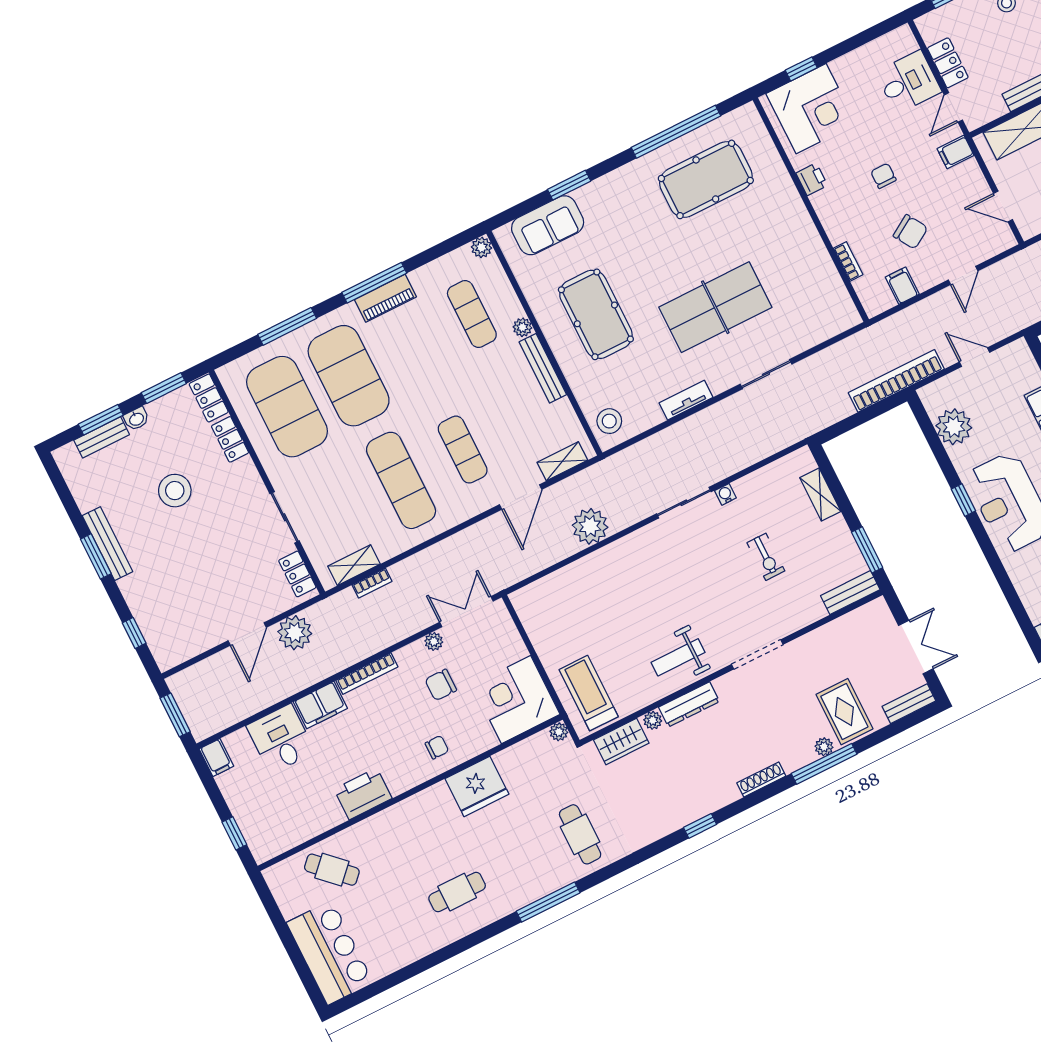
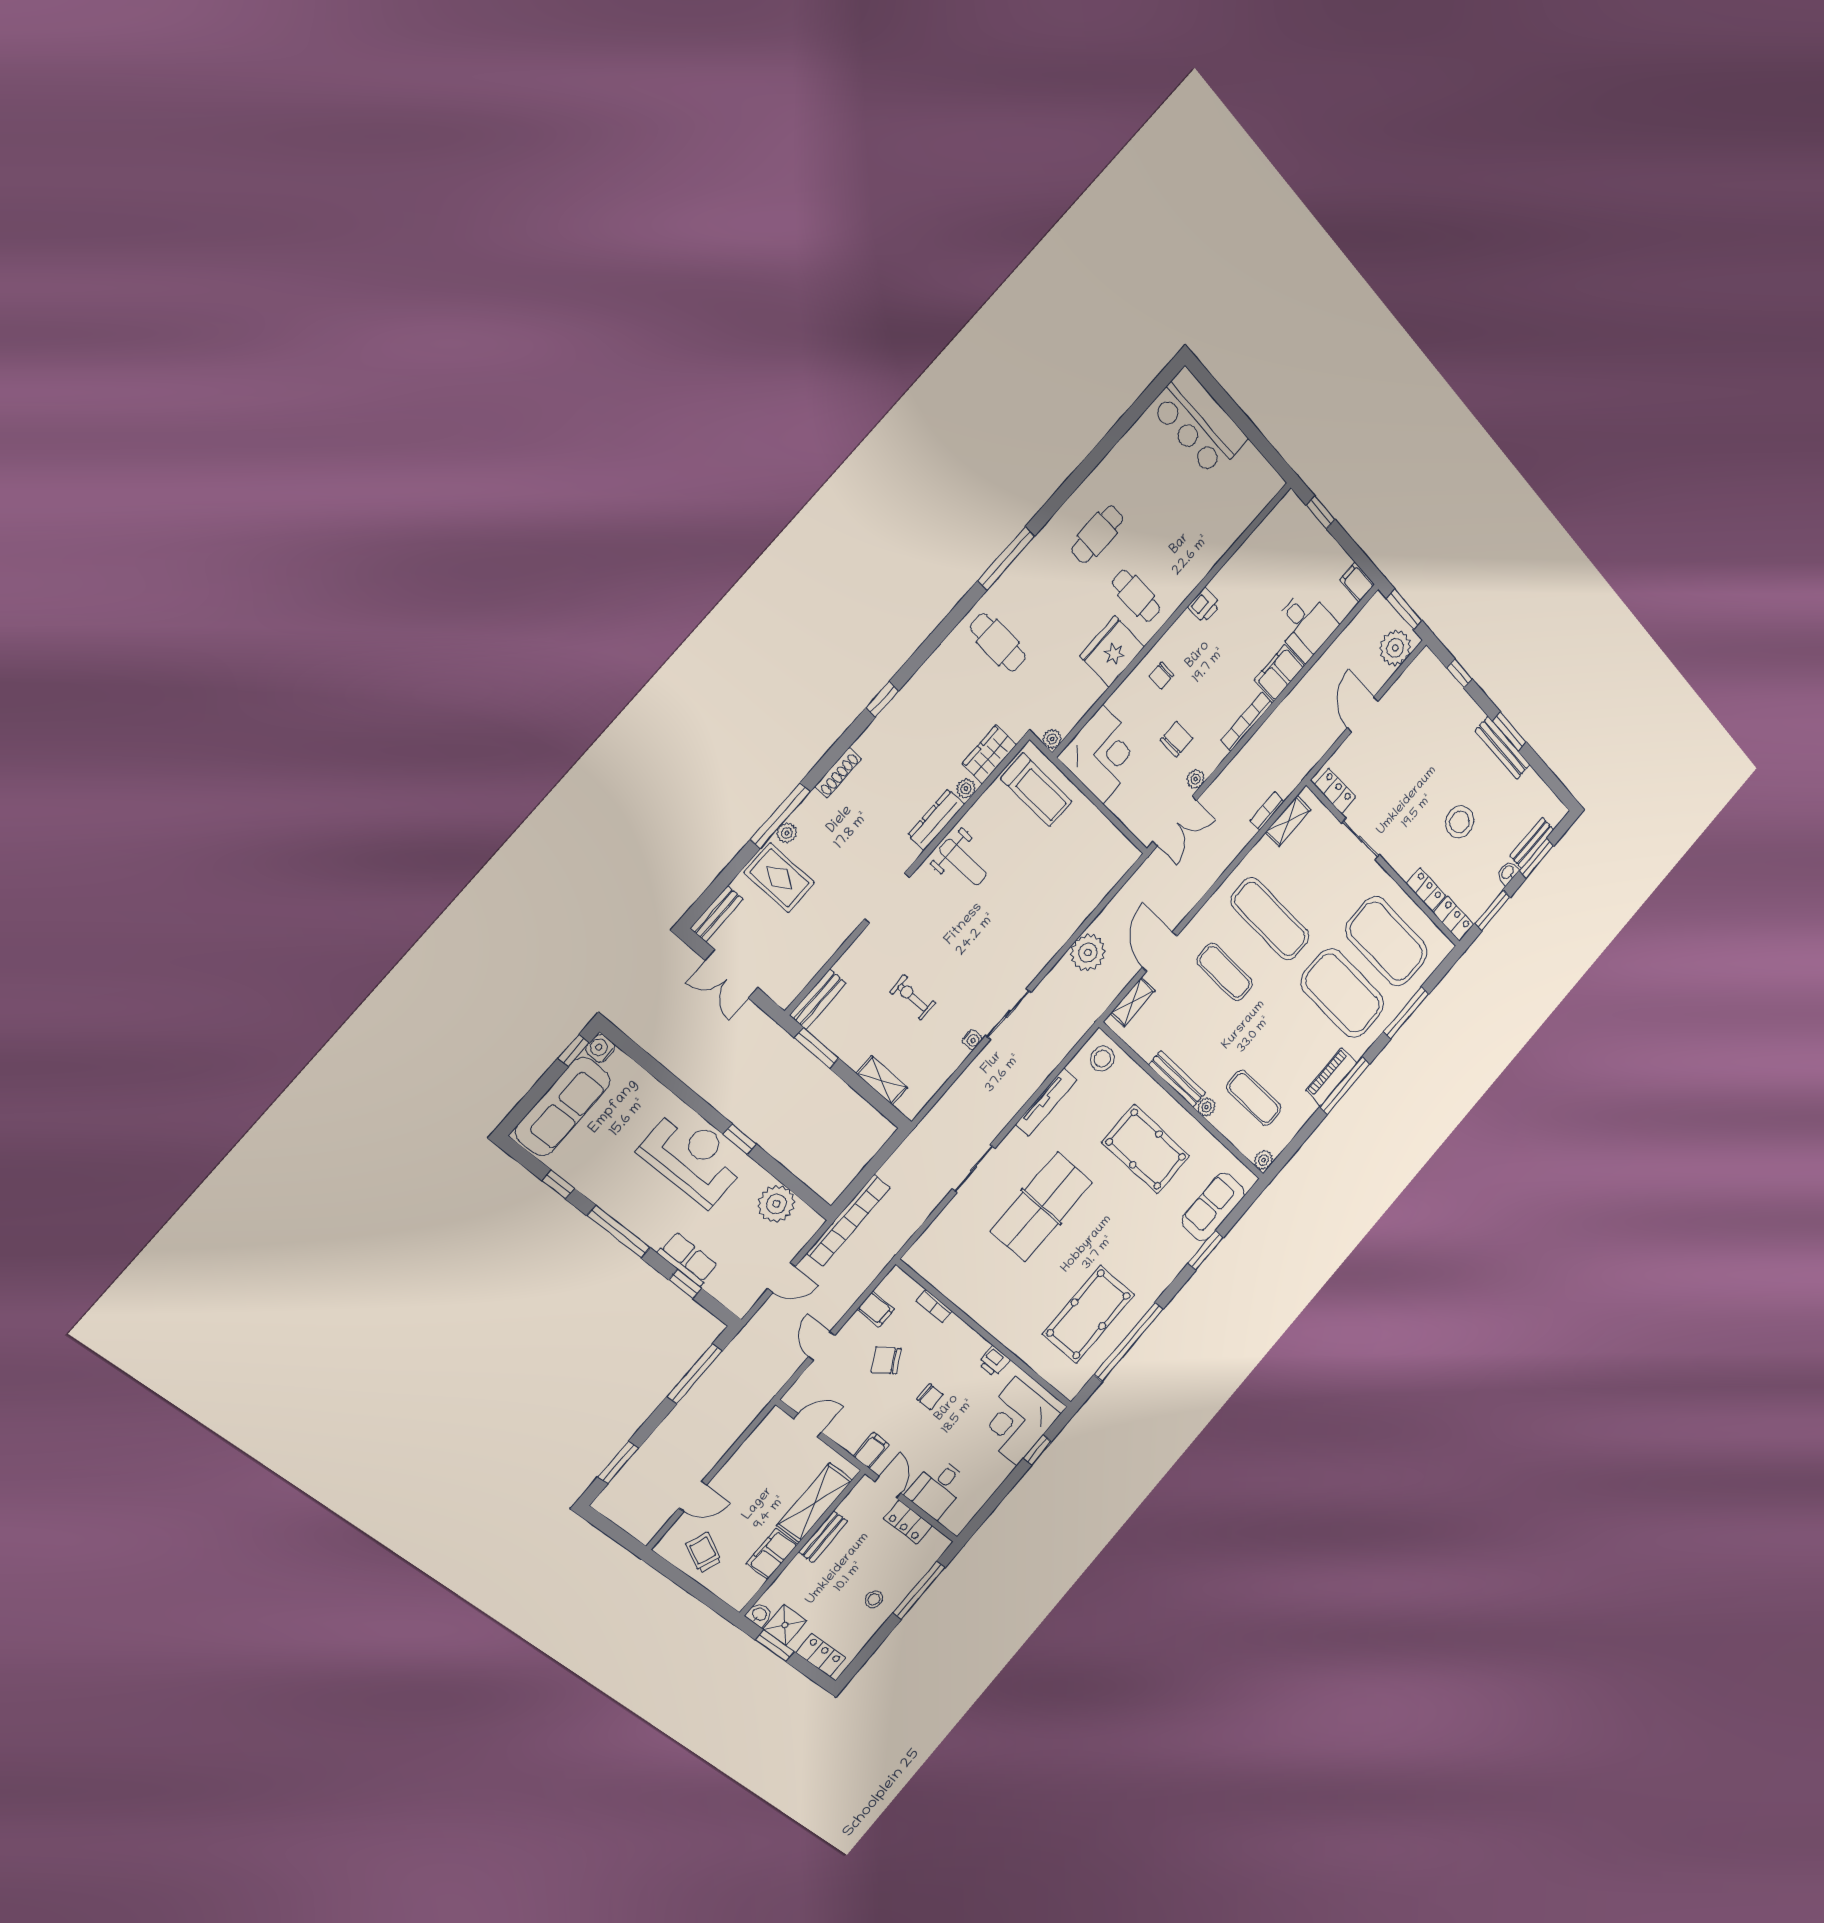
tv unit: (686, 400) -> (1046, 1102), width x1.41
plant: (295, 633) -> (1395, 648), moved
weight bench: (678, 657) -> (963, 862), turned 90
printer: (363, 794) -> (1204, 605), width x0.53, depth x0.68
cafe table: (332, 870) -> (1136, 596), moved, turned 46

